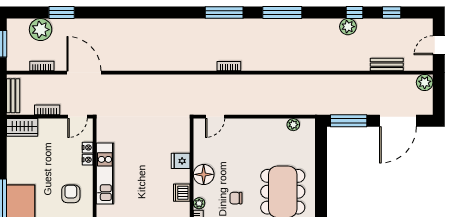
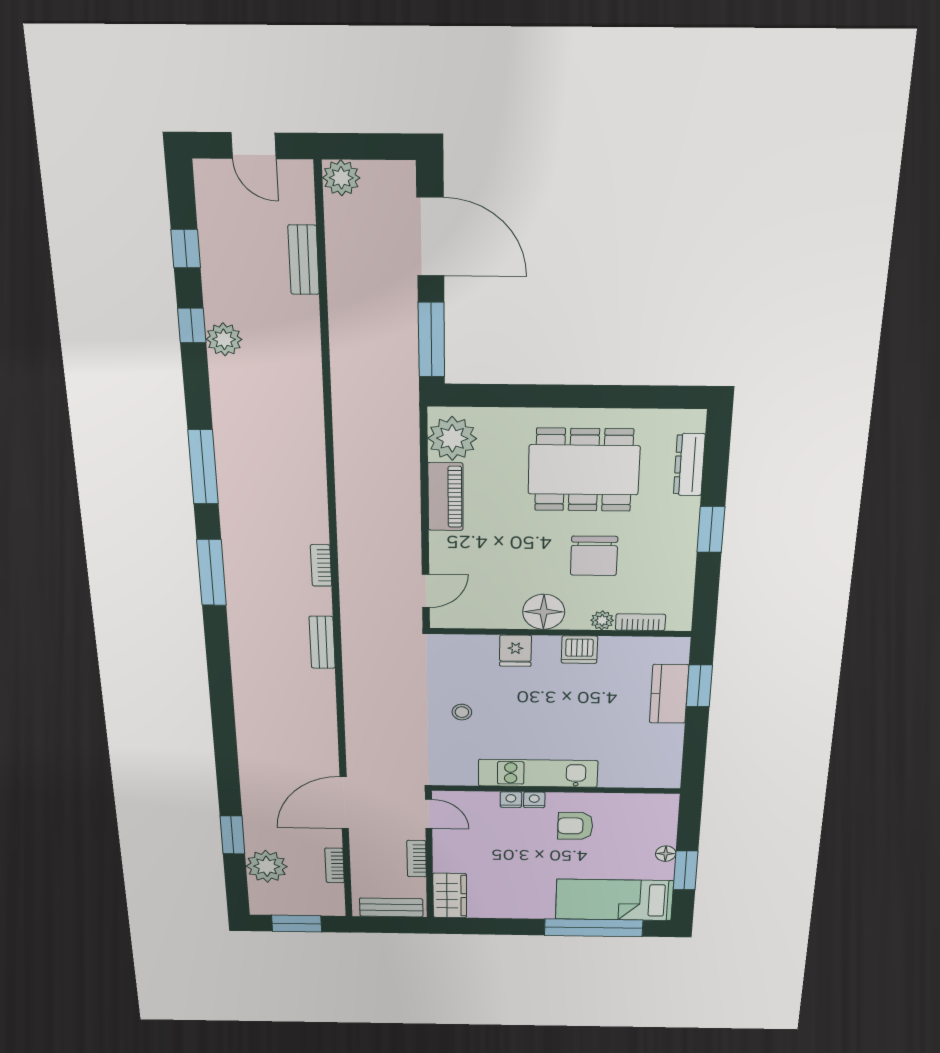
bench: (184, 65) -> (322, 642), added
door: (215, 117) -> (426, 591), hinge flipped
plant: (293, 125) -> (452, 438), width x1.88, depth x1.88
piano: (268, 127) -> (446, 497), added
stool: (143, 134) -> (462, 712), added
nightstand: (88, 148) -> (534, 800), moved
chair: (236, 198) -> (594, 556), width x1.87, depth x1.87

